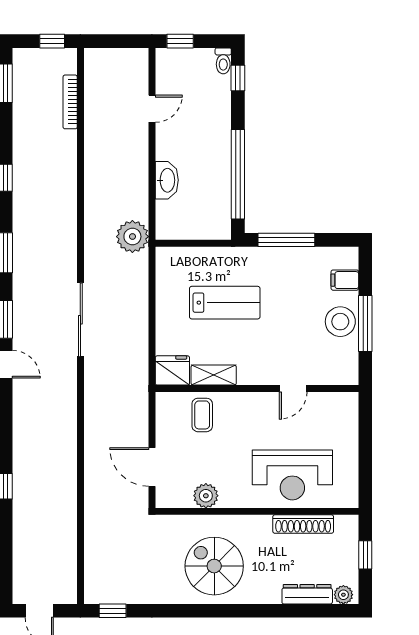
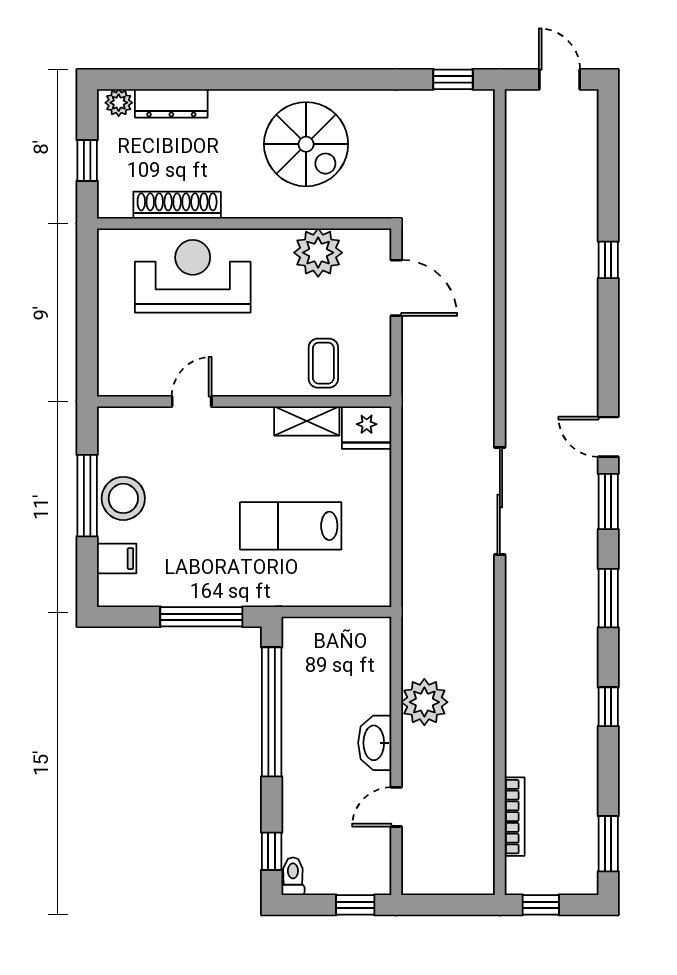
washbasin: (167, 180) -> (375, 743), moved
plant: (132, 237) -> (424, 702), moved
plant: (206, 496) -> (318, 253), width x1.36, depth x1.36

